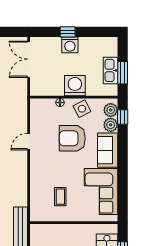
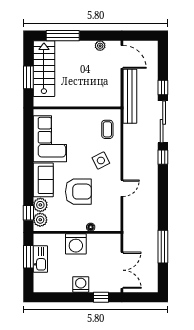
window: (68, 32) -> (101, 297), moved
side table: (82, 109) -> (101, 160), moved
coffee table: (60, 197) -> (107, 129), moved

